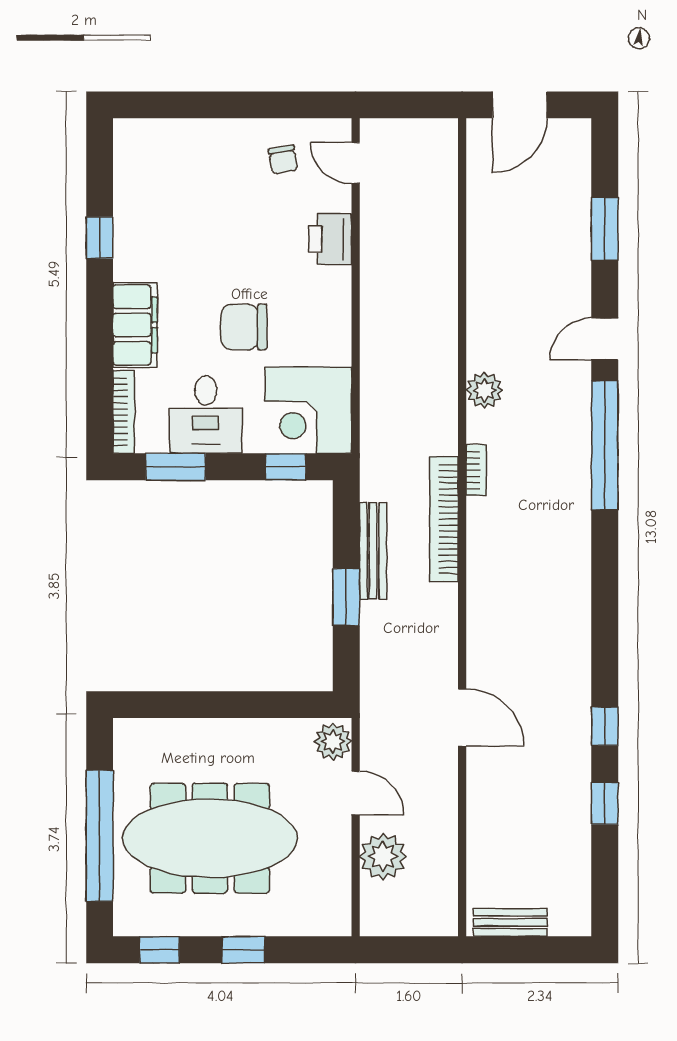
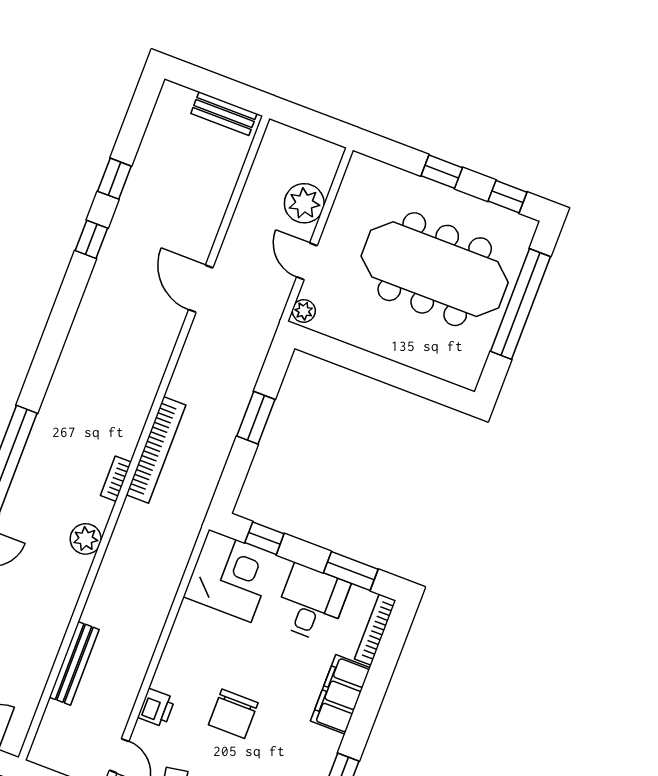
printer: (330, 239) -> (156, 708), width x0.73, depth x0.81
chair: (244, 327) -> (233, 714), moved, turned 90
bench: (373, 551) -> (74, 663), moved
plant: (333, 741) -> (304, 311), width x0.73, depth x0.73

